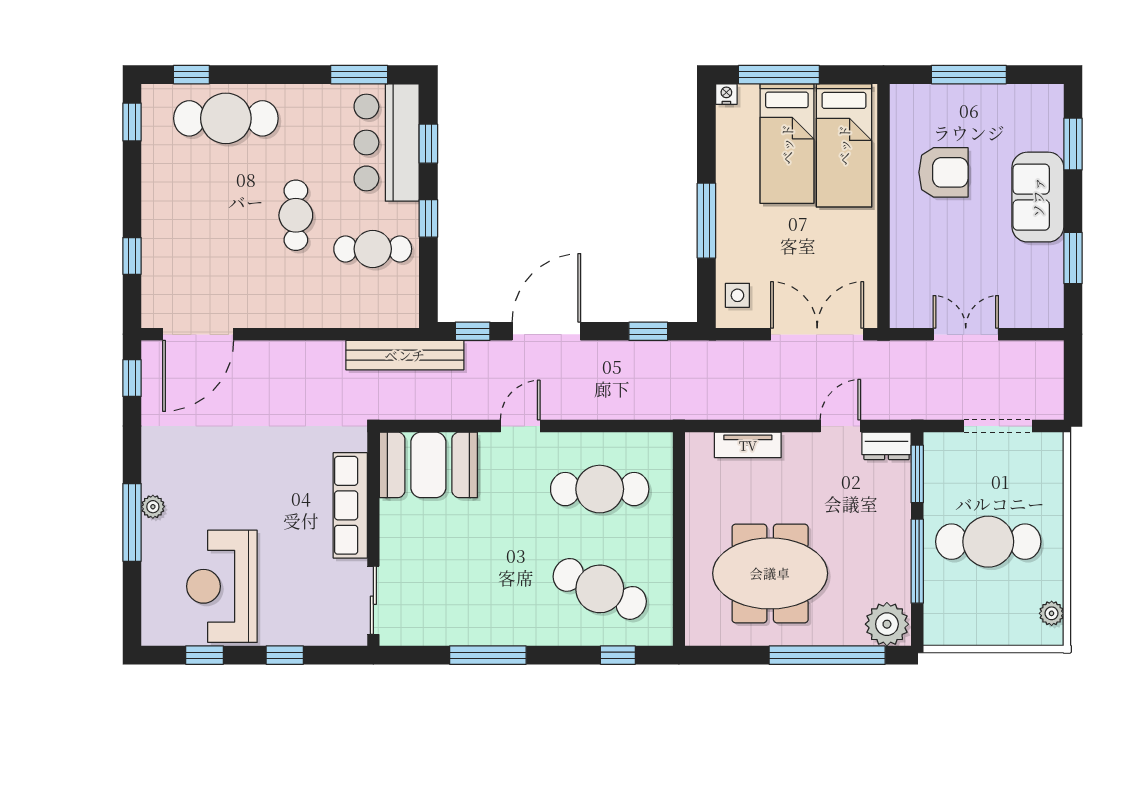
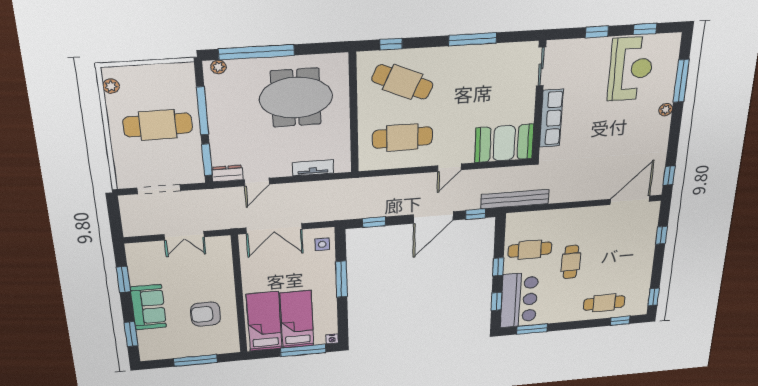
cafe table: (226, 118) -> (604, 303), width x0.73, depth x0.74
window: (132, 522) -> (681, 81), moved
plant: (887, 624) -> (218, 67), width x0.53, depth x0.53

